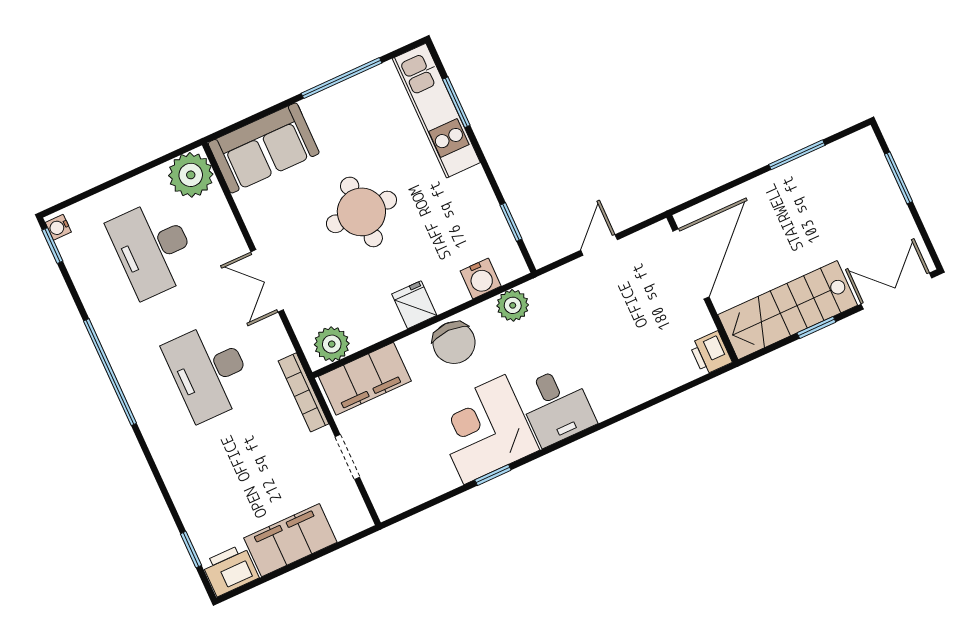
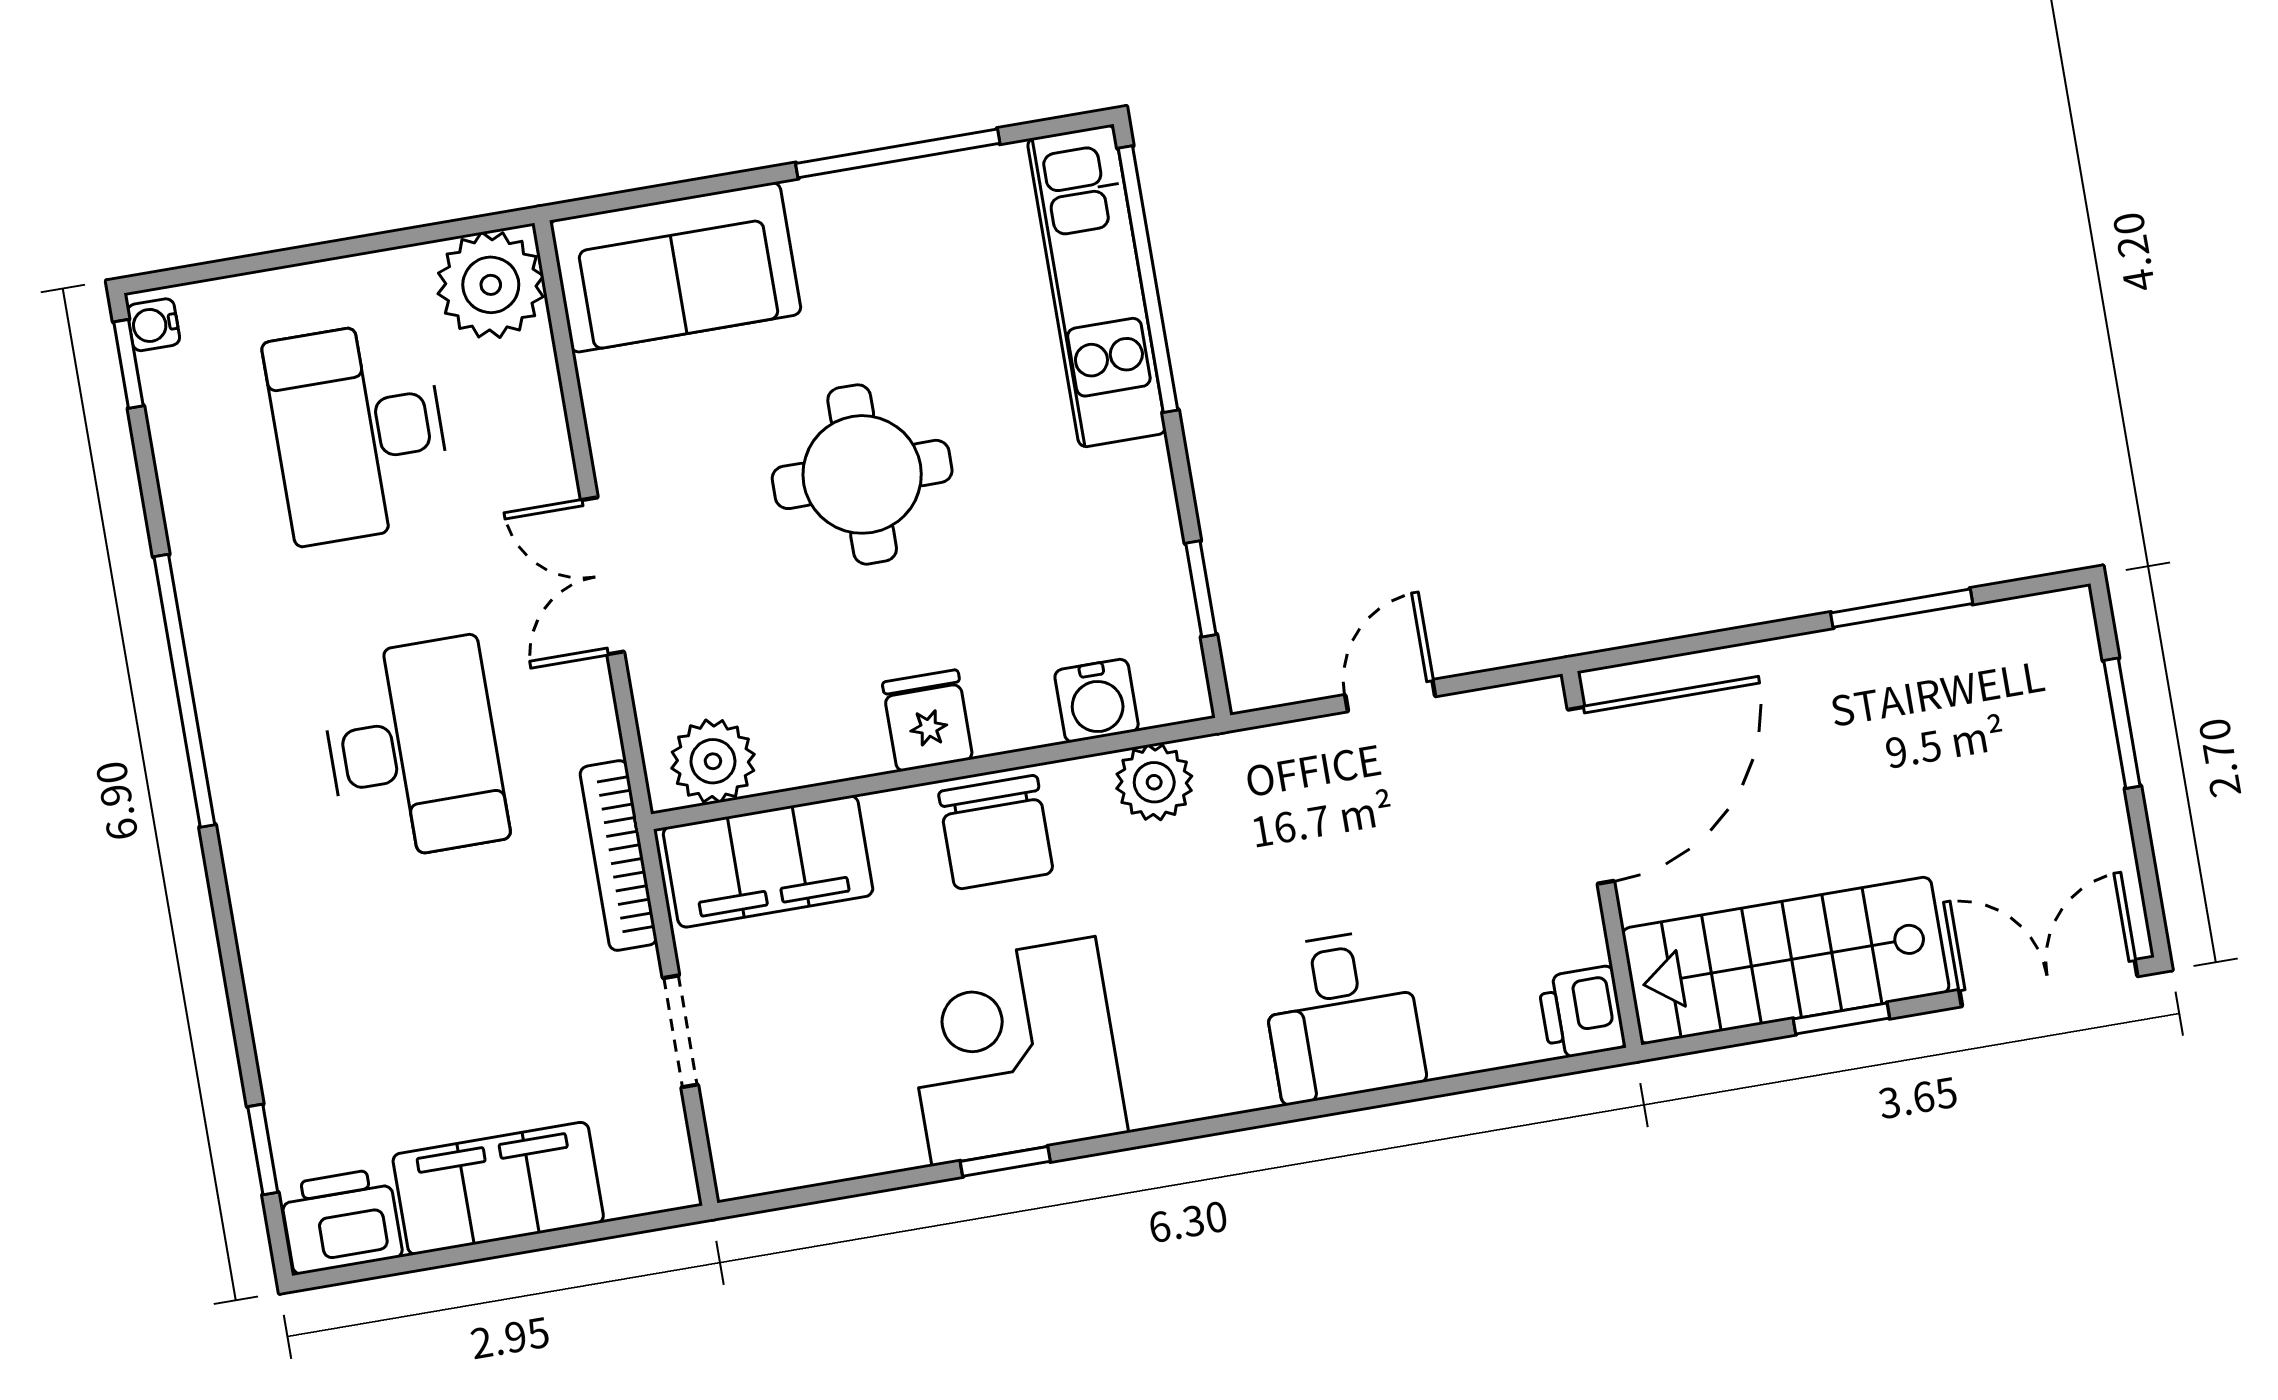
window: (456, 102) -> (1148, 279), width x2.11
desk: (209, 371) -> (413, 749), turned 180
desk: (556, 406) -> (1342, 1016), moved

